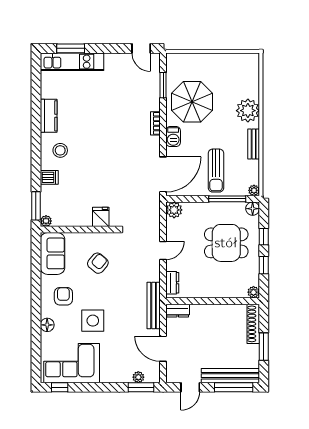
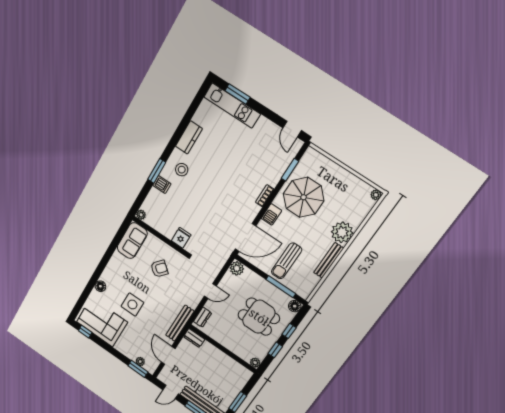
bench: (254, 144) -> (329, 260), width x1.36
plant: (254, 190) -> (376, 195), moved
window: (36, 206) -> (157, 171), moved
armchair: (63, 296) -> (122, 275), removed
shoe rack: (253, 324) -> (241, 383), removed

